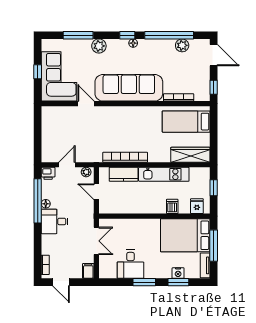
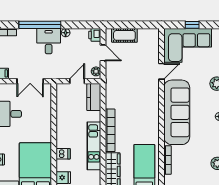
cot: (49, 142) -> (124, 35), added
bookcase: (125, 157) -> (110, 130), moved
kitchen counter: (124, 174) -> (94, 97), moved
window: (38, 201) -> (40, 25), moved

